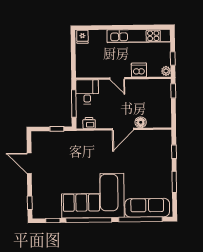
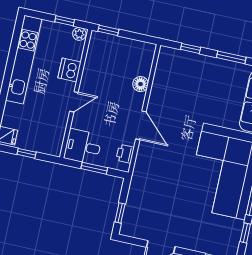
window: (73, 53) -> (27, 153), added
window: (74, 103) -> (94, 168), width x0.69
window: (57, 129) -> (120, 213), moved
door: (123, 129) -> (141, 125), moved

